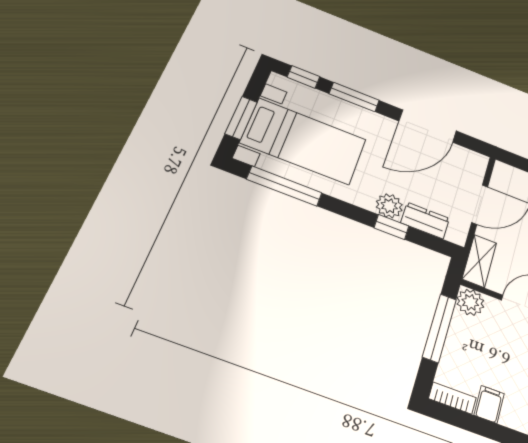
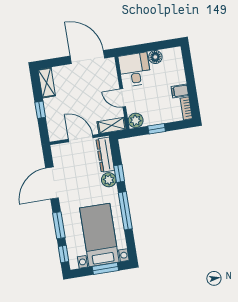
door: (428, 126) -> (52, 183), swing flipped
window: (284, 186) -> (125, 211), moved
dresser: (425, 221) -> (105, 155), width x1.44
window: (439, 328) -> (157, 129), width x0.46

